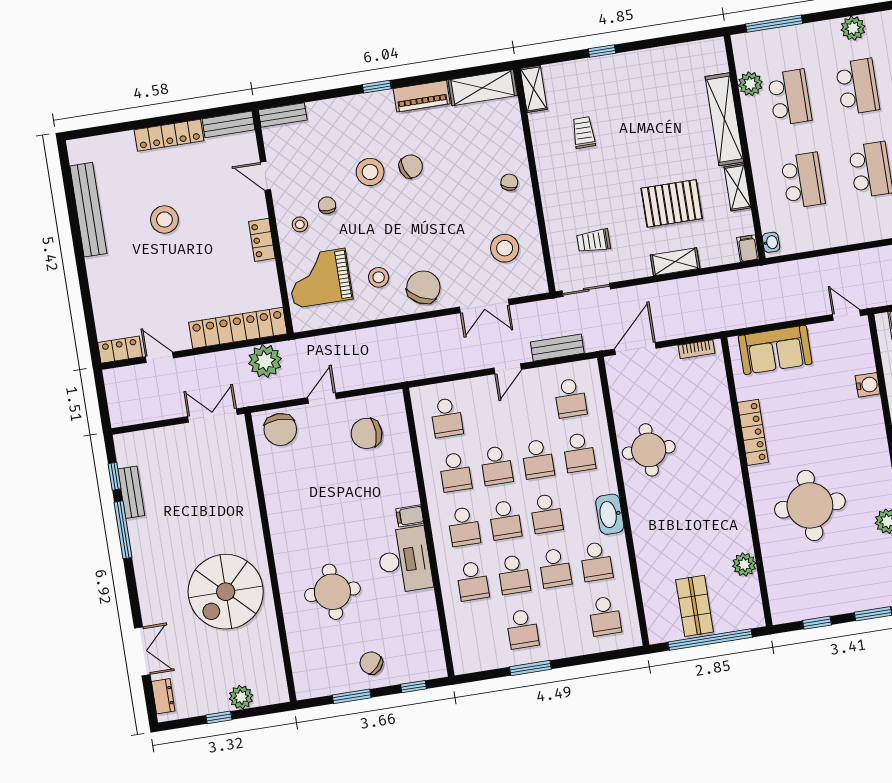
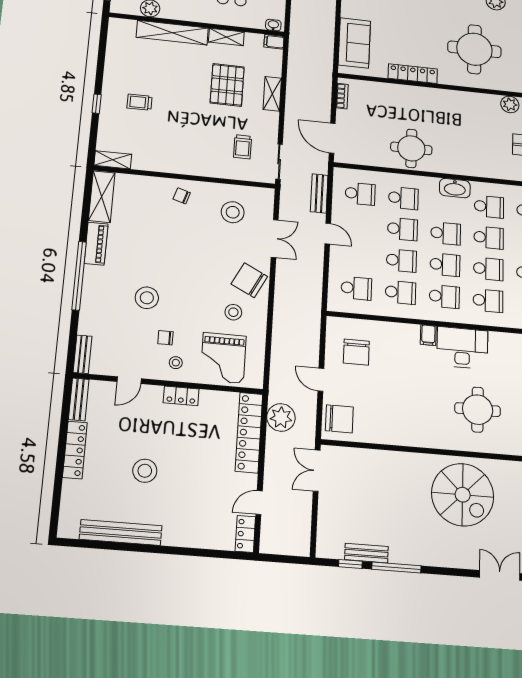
window: (377, 87) -> (79, 276), width x3.17
trolley: (584, 133) -> (139, 102), moved
chair: (411, 166) -> (150, 266), removed

